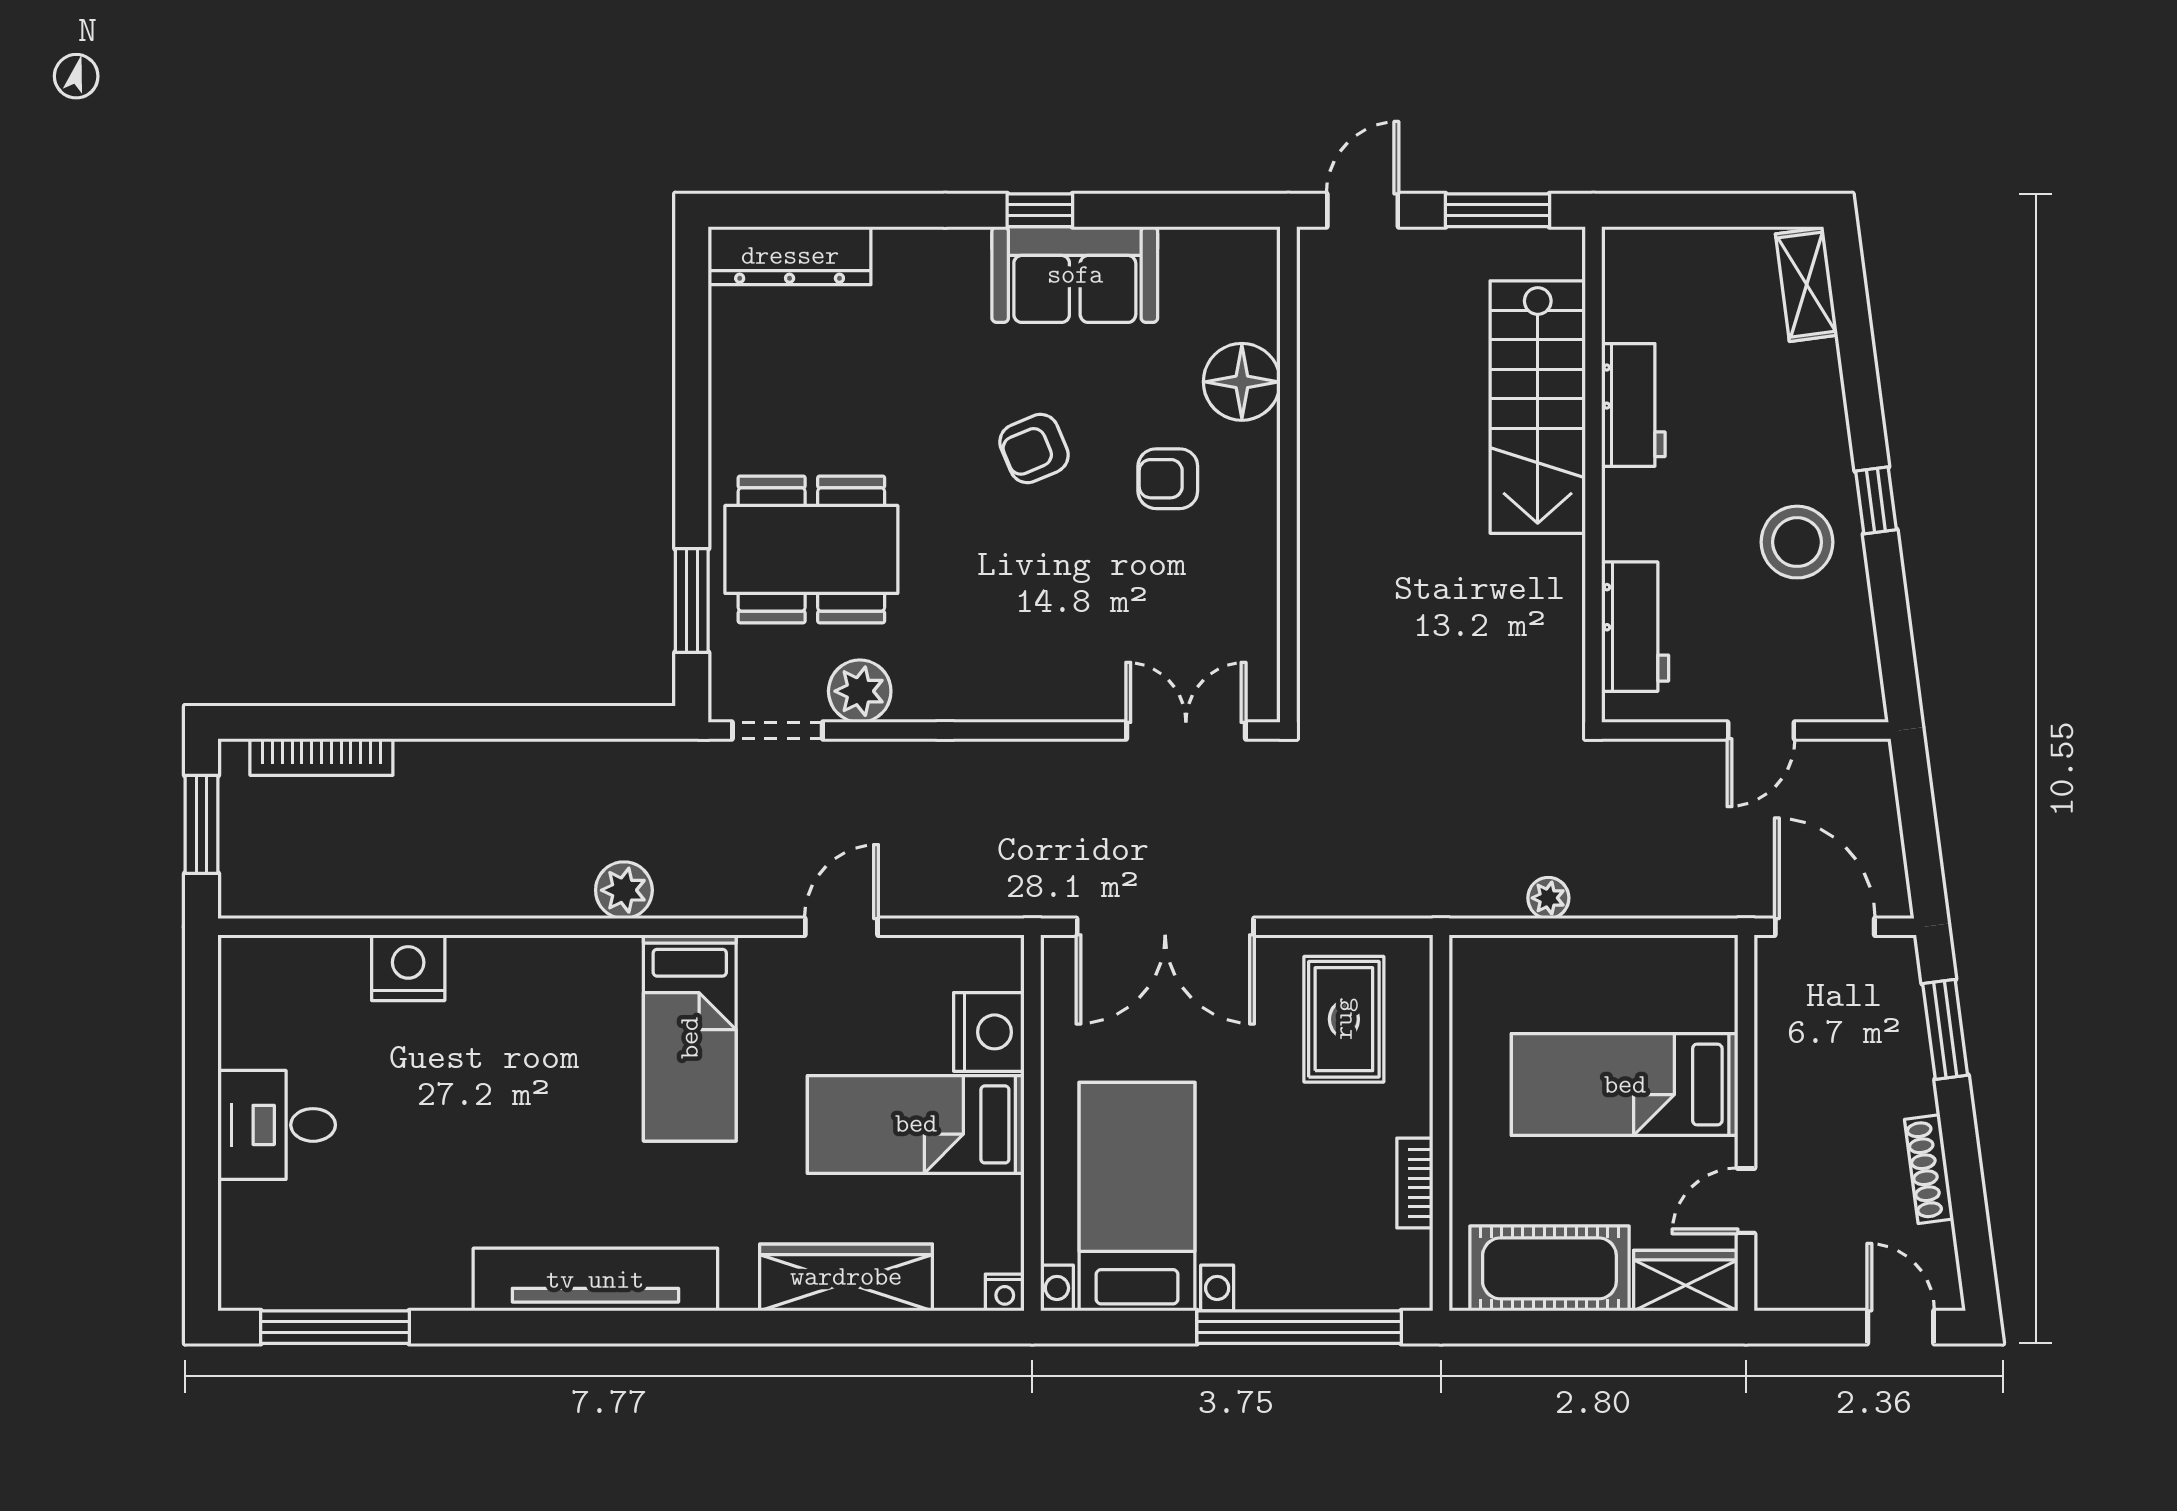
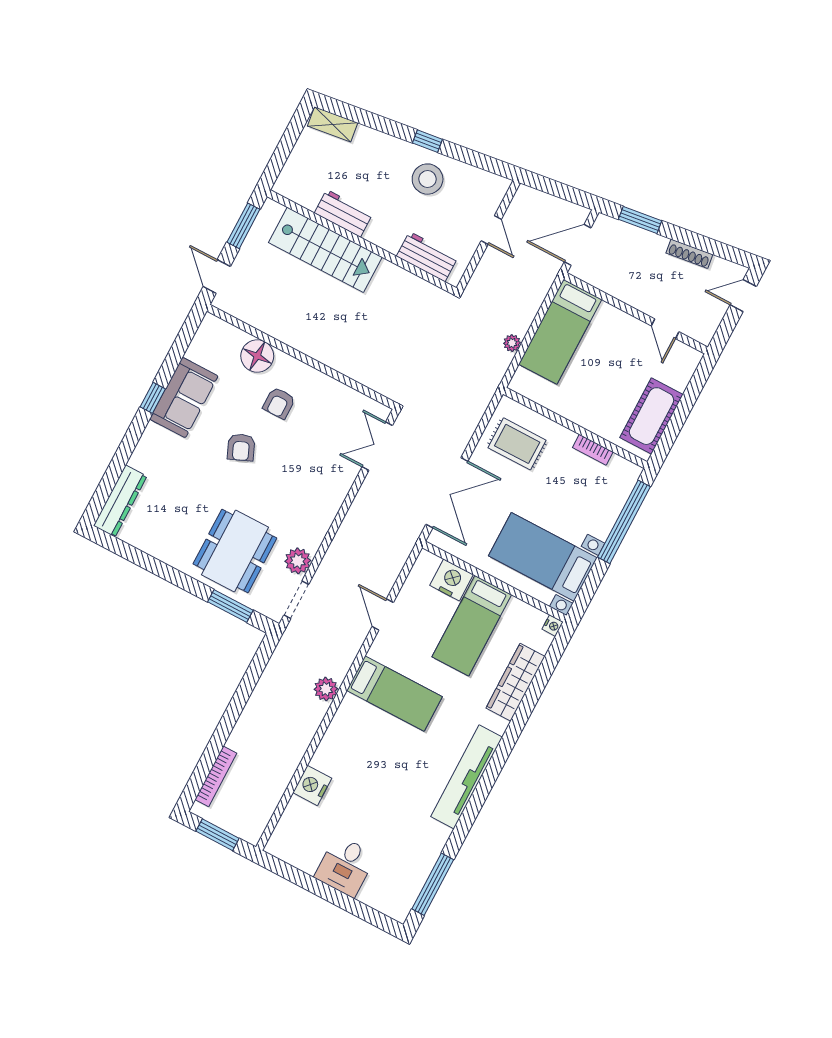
bed: (1625, 1085) -> (560, 332), moved
wardrobe: (1686, 1281) -> (683, 367), removed

